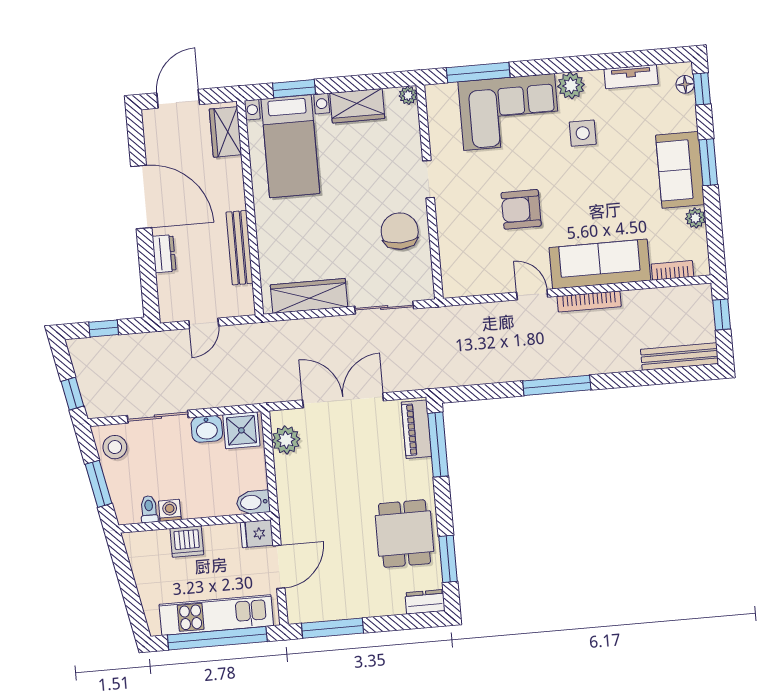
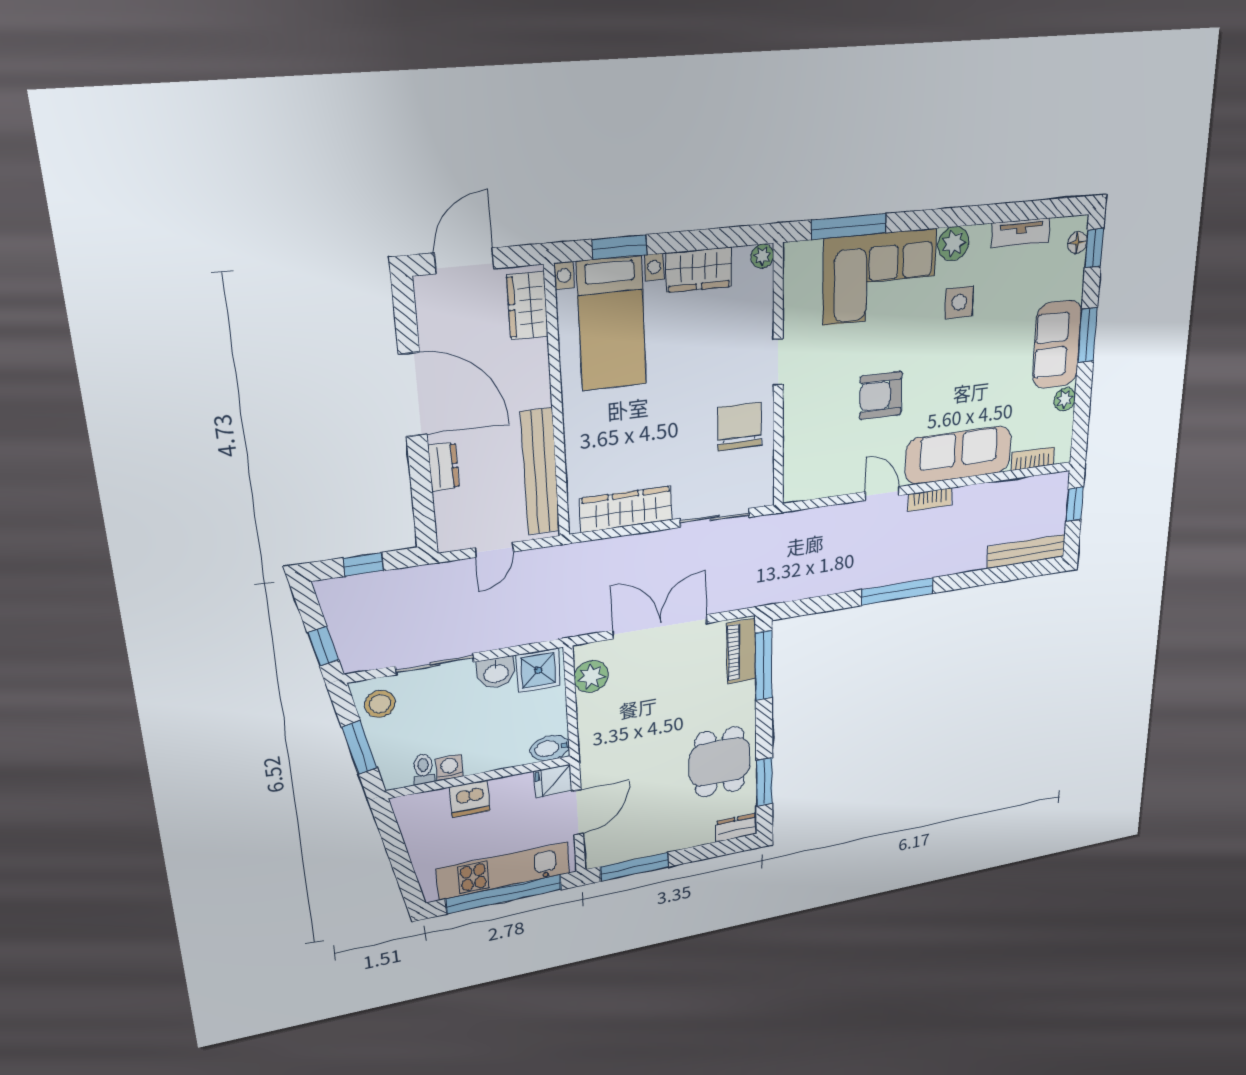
bench: (239, 248) -> (540, 472), width x1.37, depth x1.21
bookcase: (589, 301) -> (930, 500), width x0.64

